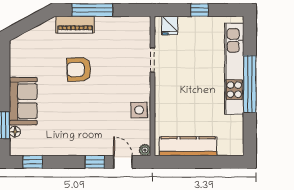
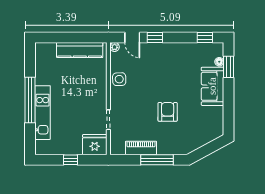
piano: (75, 25) -> (141, 148), moved
fridge: (170, 26) -> (95, 145), width x1.88, depth x1.34
armchair: (79, 69) -> (168, 112), turned -88
kitchen unit: (234, 69) -> (43, 113), width x0.73

